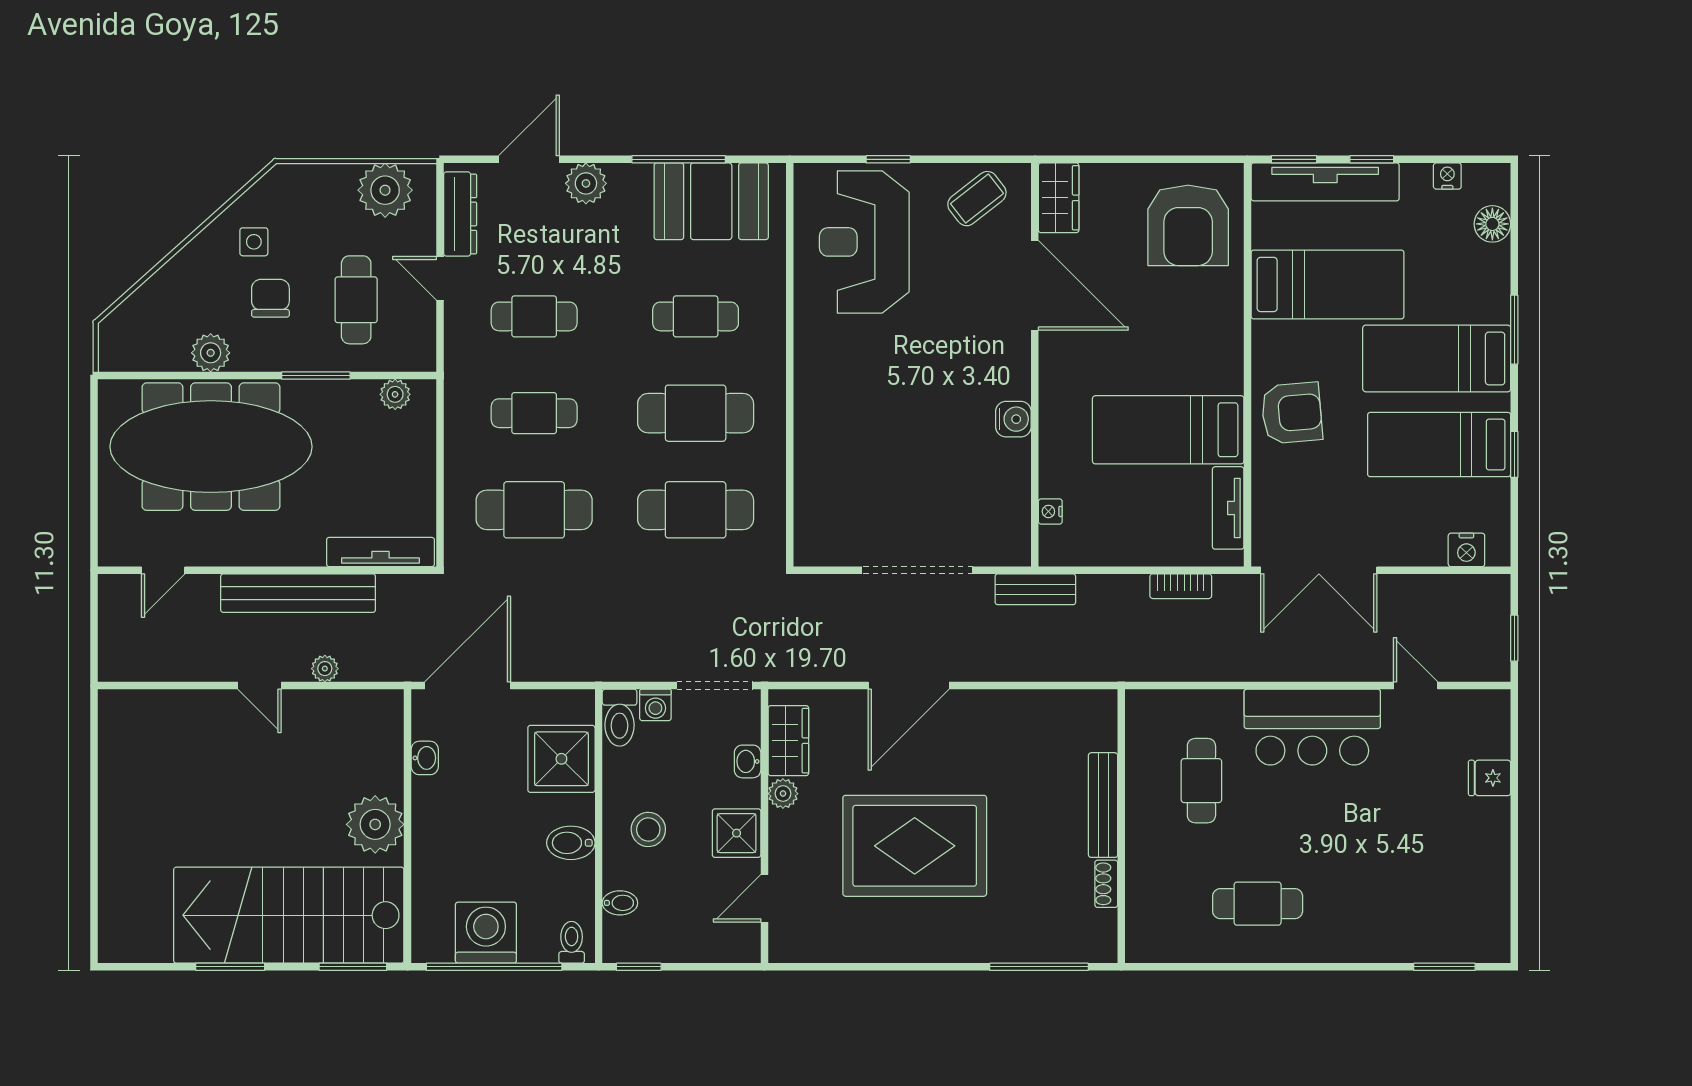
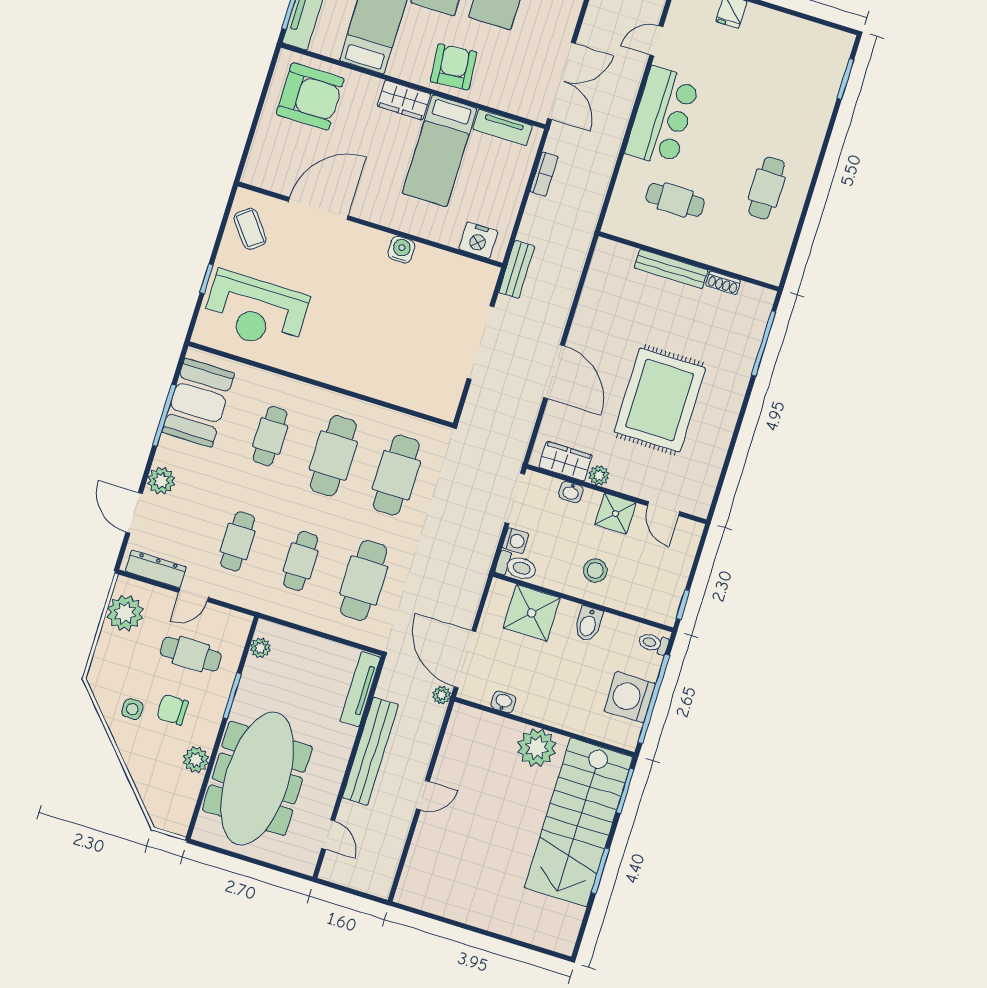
wardrobe: (1059, 198) -> (404, 100), moved, turned 180
nightstand: (1050, 511) -> (478, 240), width x1.89, depth x1.79
plant: (325, 669) -> (442, 695), moved
bidet: (620, 903) -> (637, 604), removed

